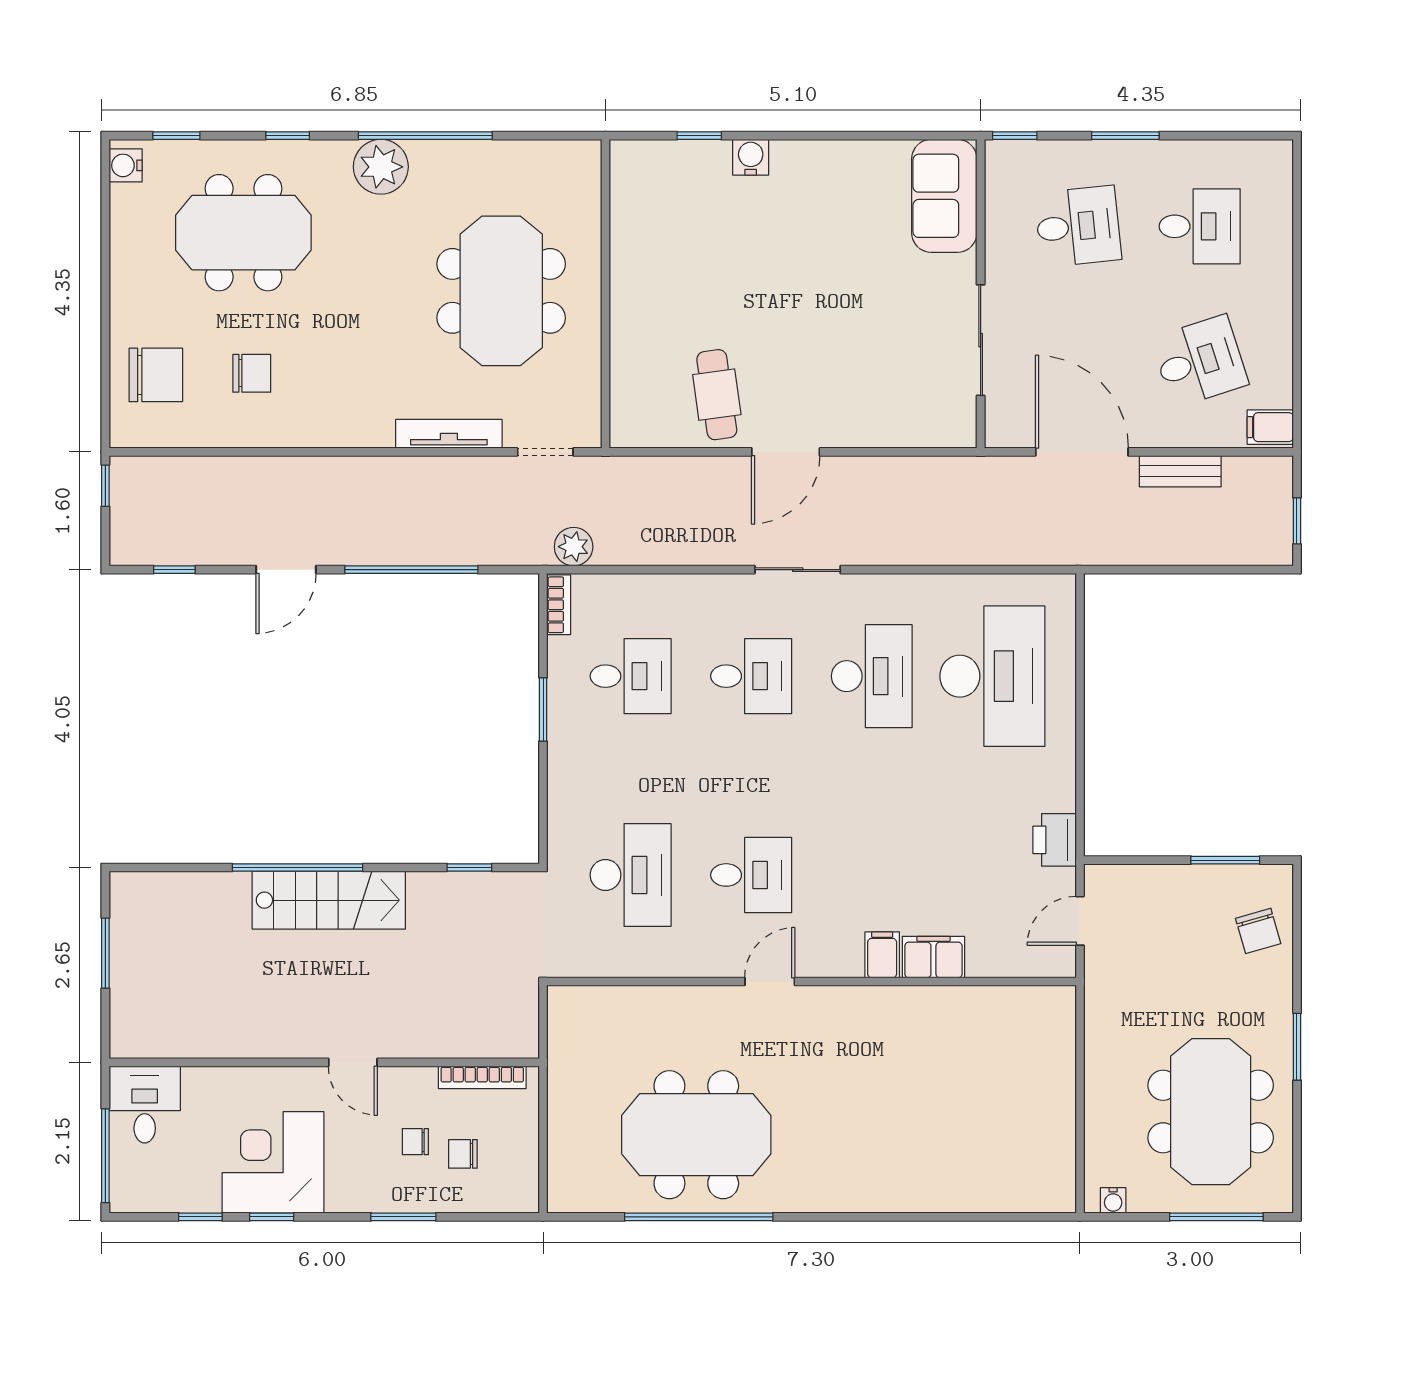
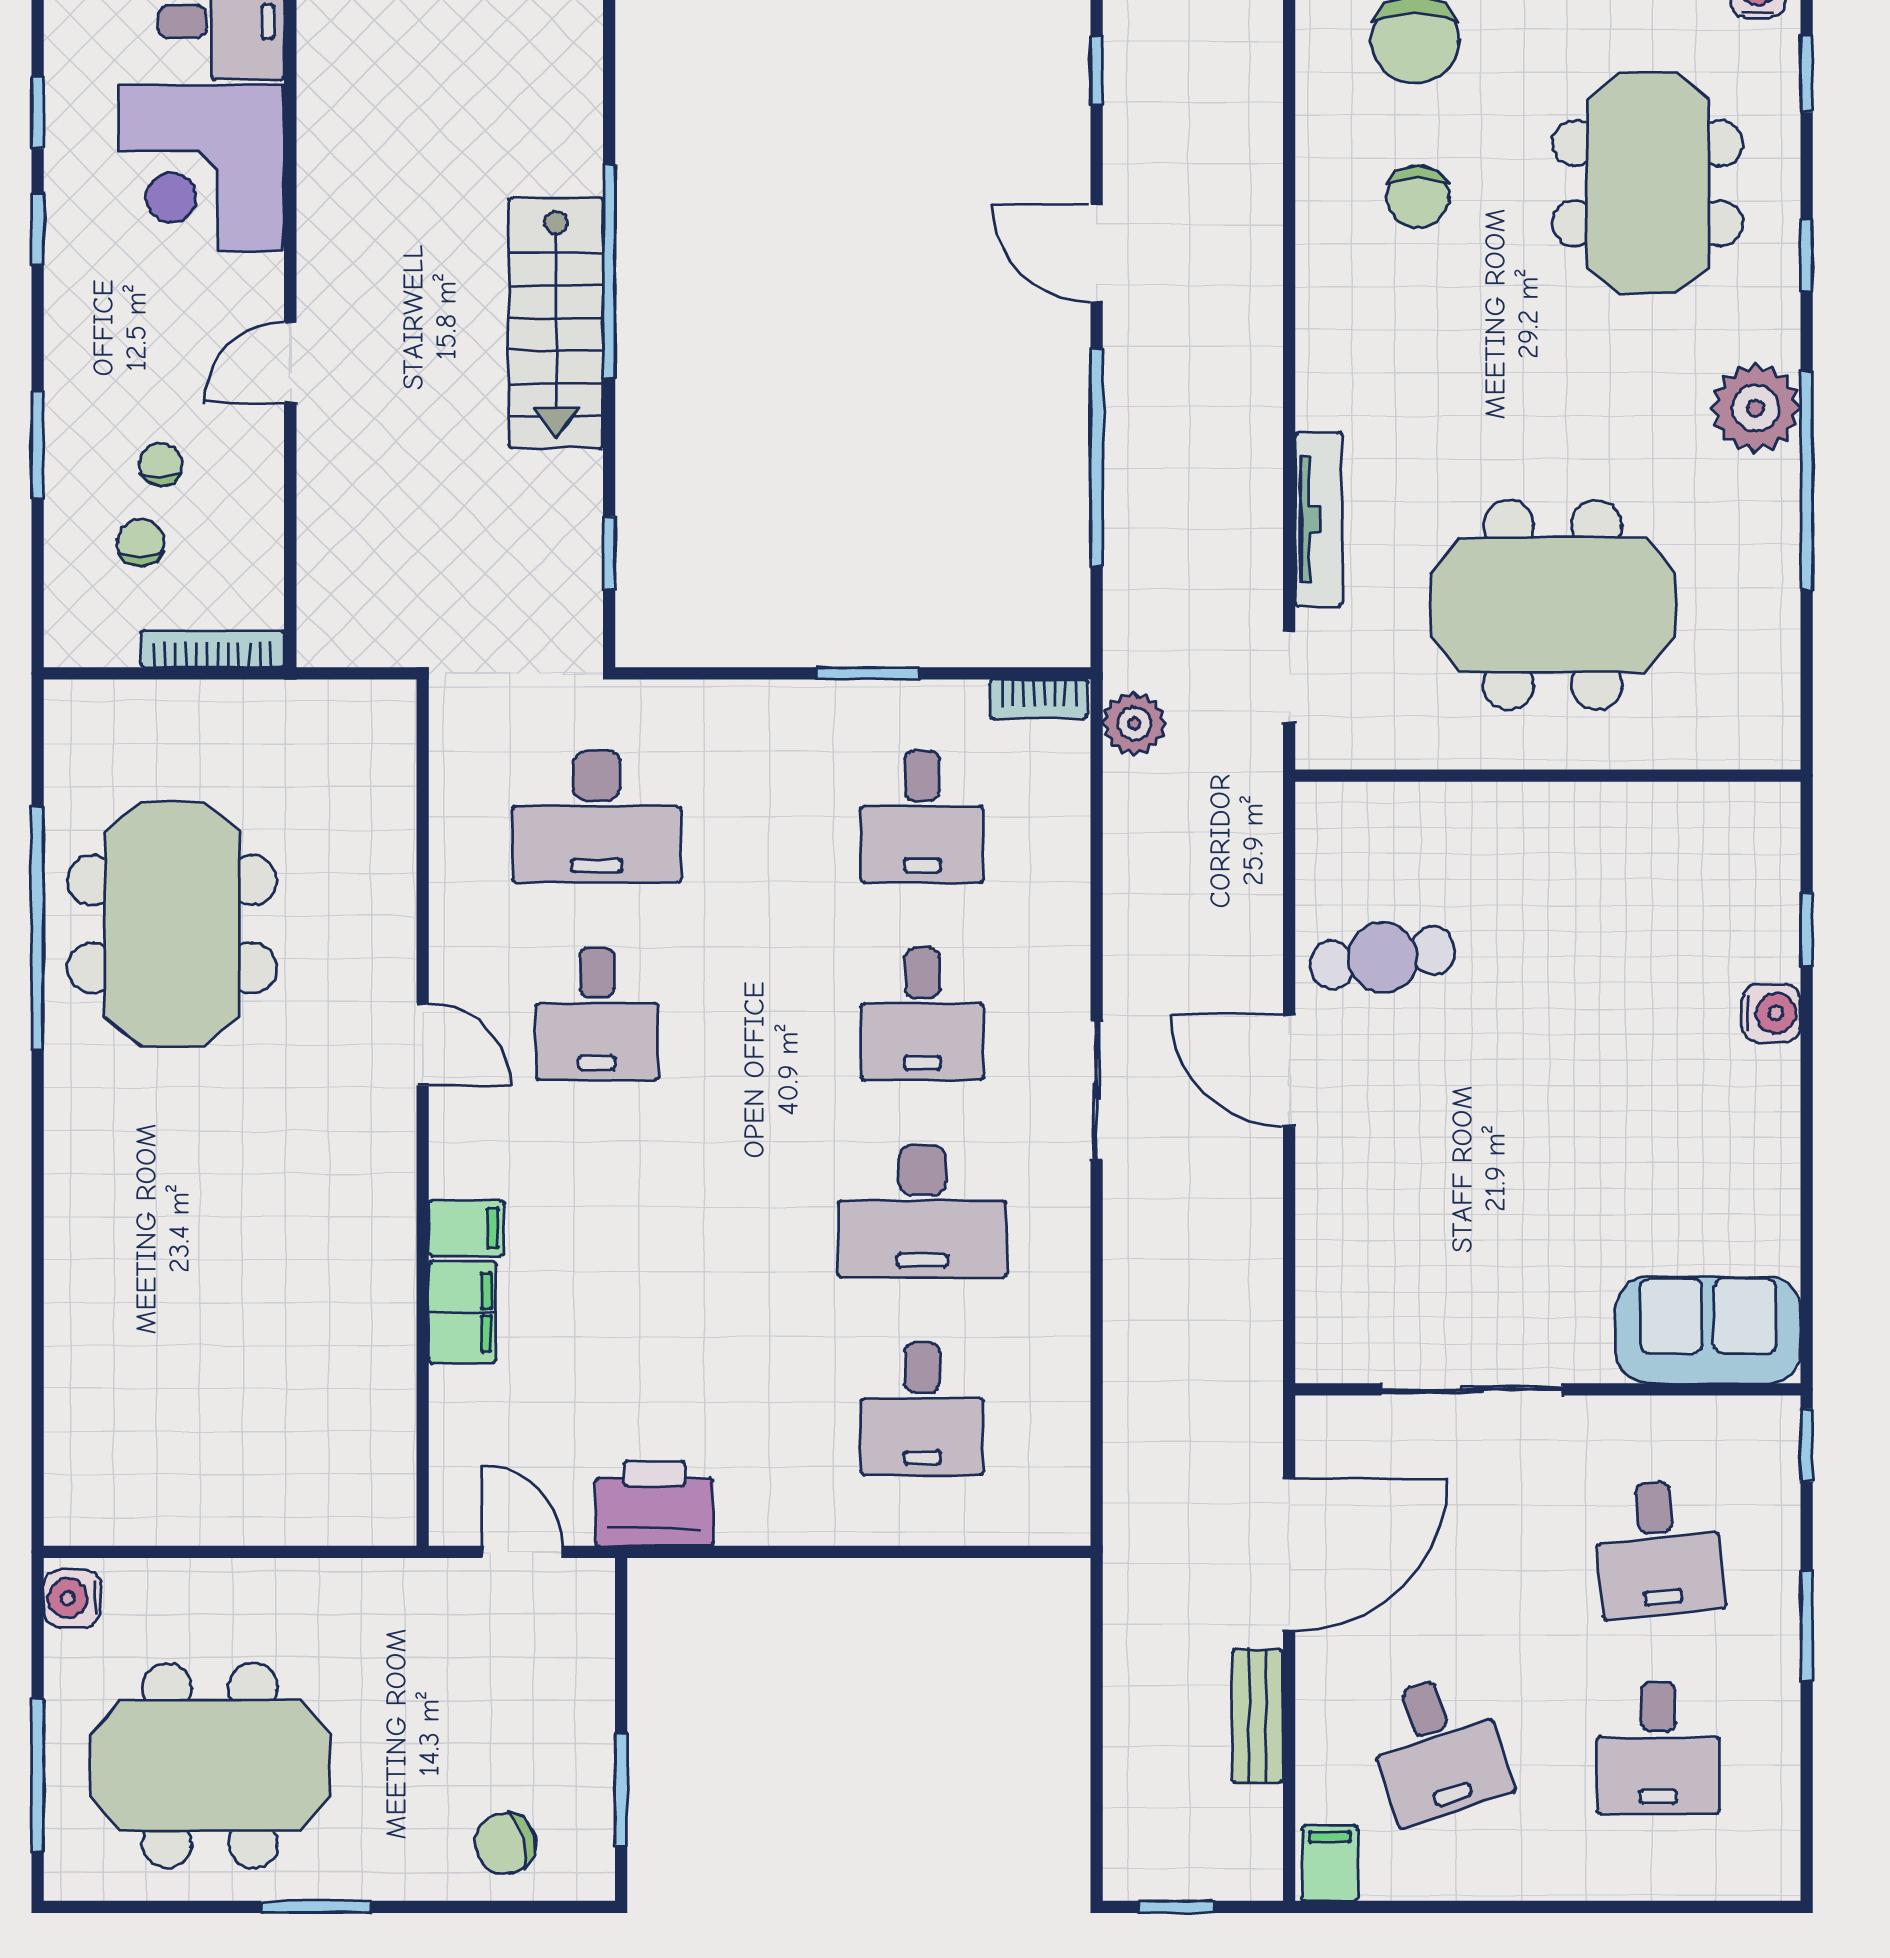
desk: (992, 676) -> (922, 1409), width x0.53, depth x0.77
printer: (1055, 840) -> (654, 1503), width x1.37, depth x1.19
bookcase: (482, 1077) -> (212, 649), moved, turned 90
corner desk: (273, 1162) -> (201, 168), moved, turned 180
water cooler: (1113, 1200) -> (72, 1598), width x1.38, depth x1.38

